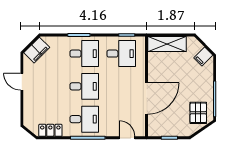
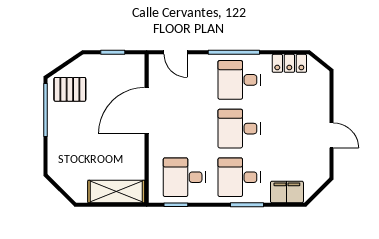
filing cabinet: (37, 50) -> (287, 192), moved, turned 45
filing cabinet: (203, 56) -> (62, 173), removed
pallet: (198, 113) -> (70, 89), turned 90

